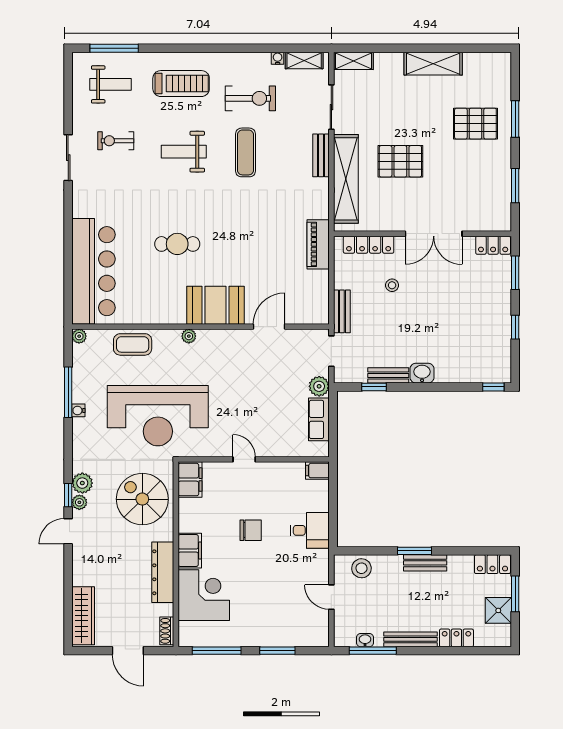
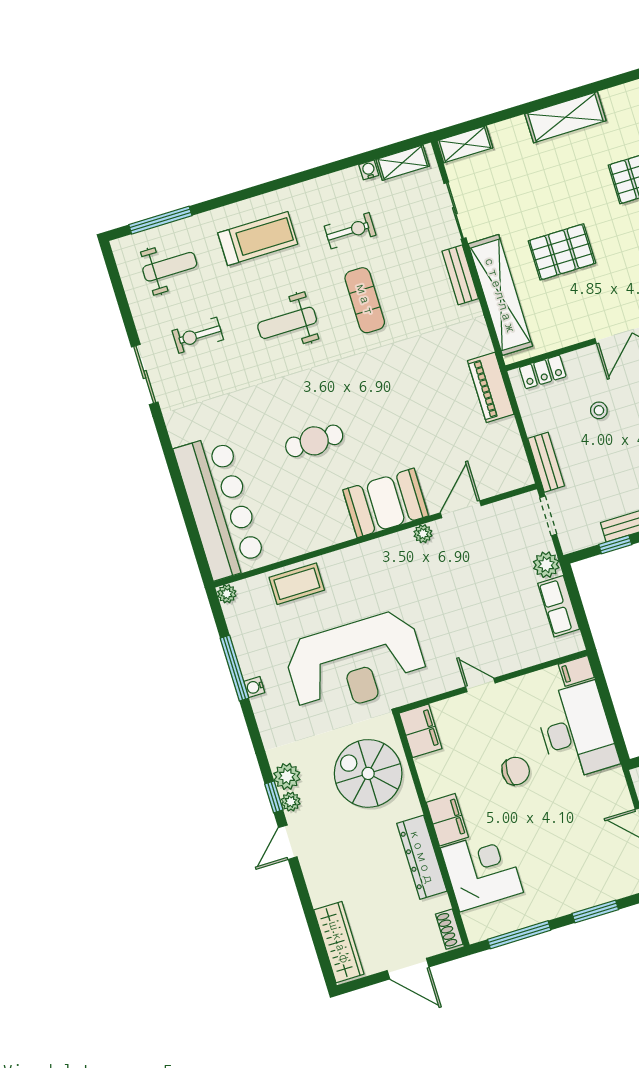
exercise bike: (250, 98) -> (350, 231), width x0.73, depth x0.72
locker: (369, 245) -> (543, 372), width x0.66
plant: (189, 336) -> (423, 534), moved
desk: (310, 530) -> (576, 731), width x1.87, depth x1.30

